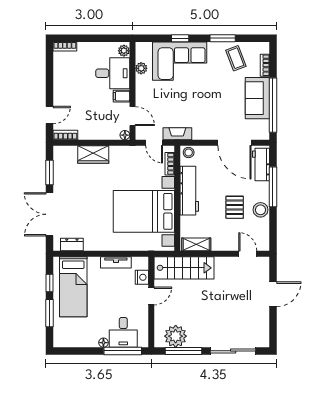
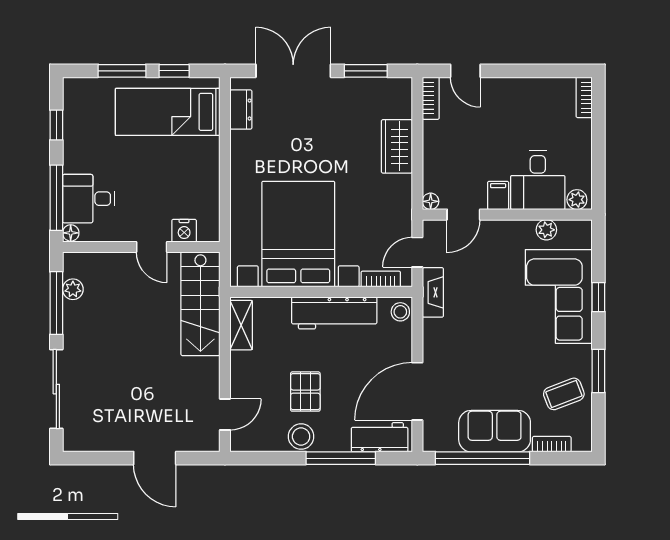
pallet: (235, 207) -> (305, 392), turned 90
tv unit: (116, 262) -> (210, 186), removed
plant: (176, 336) -> (73, 289), width x0.53, depth x0.53
floor lamp: (103, 343) -> (71, 233), moved
window: (81, 351) -> (56, 125), added

